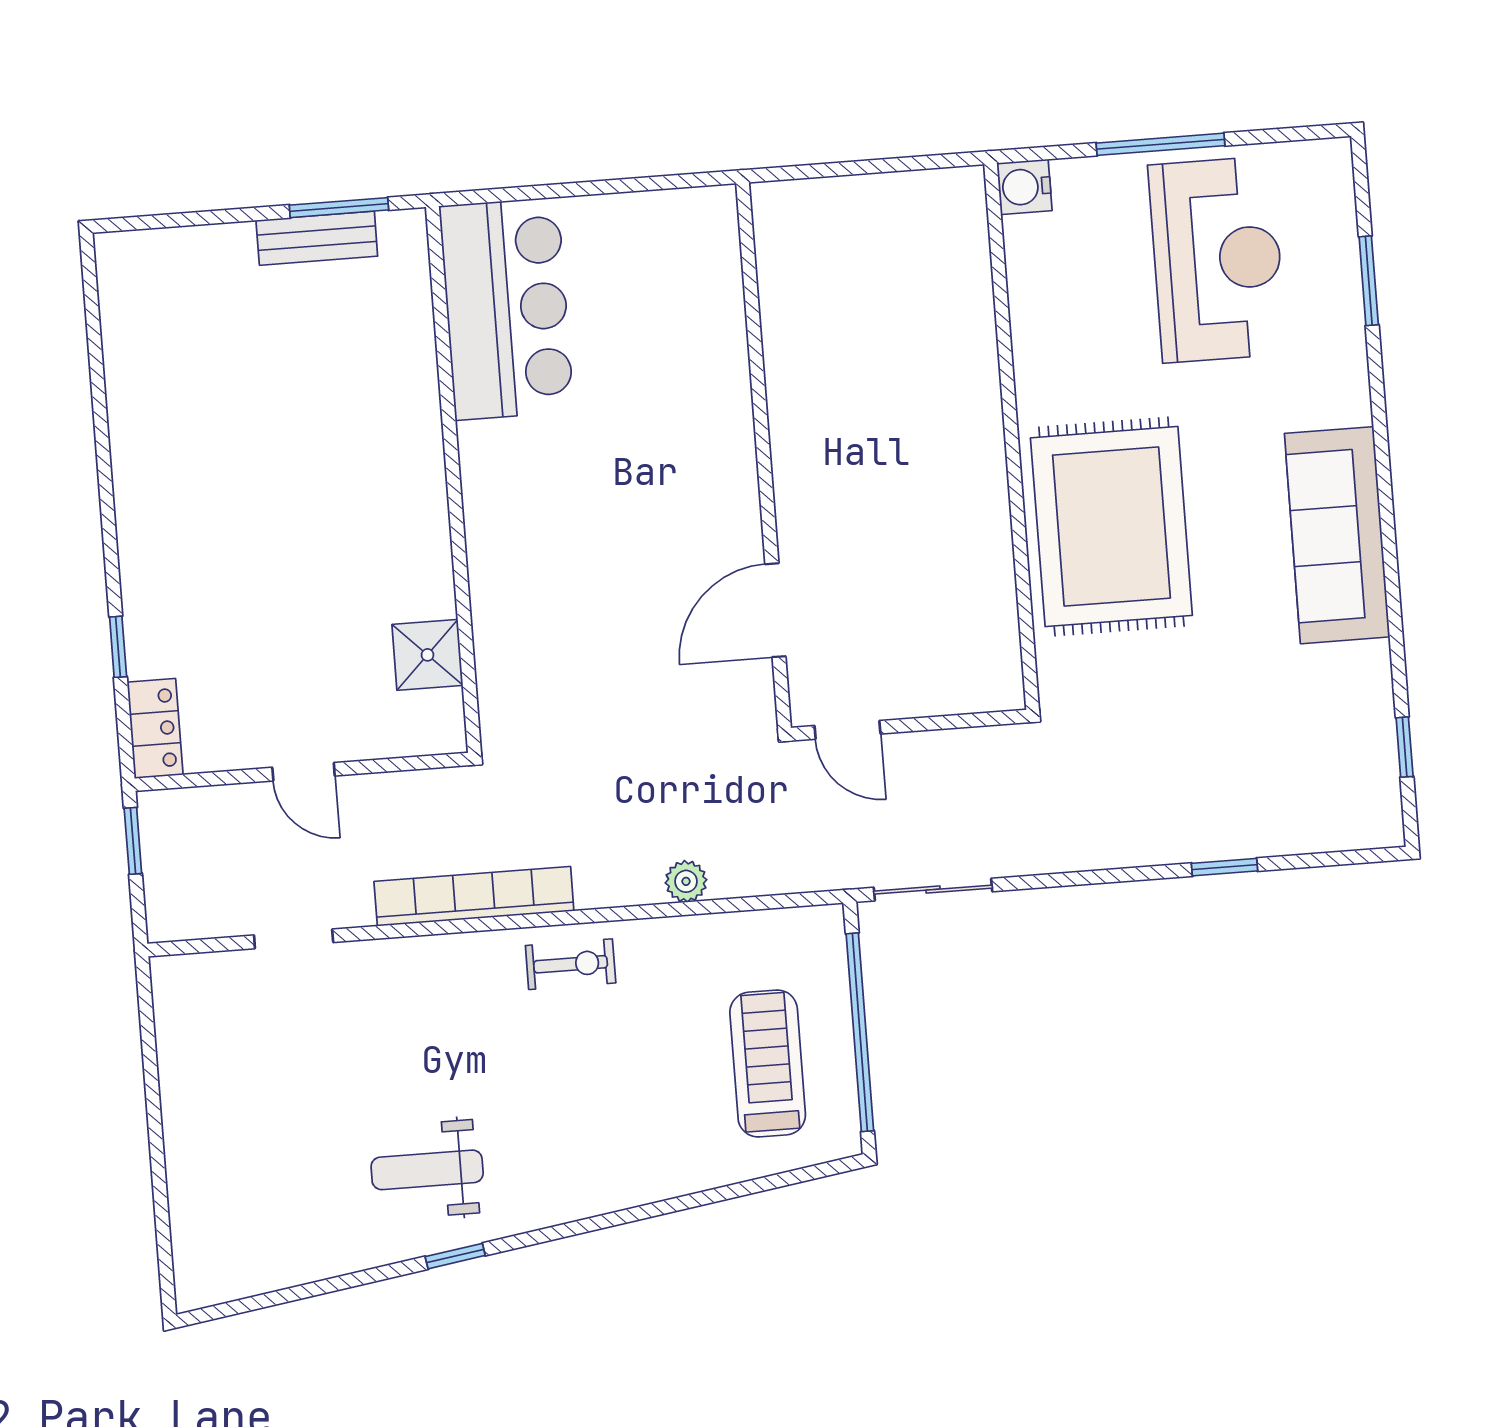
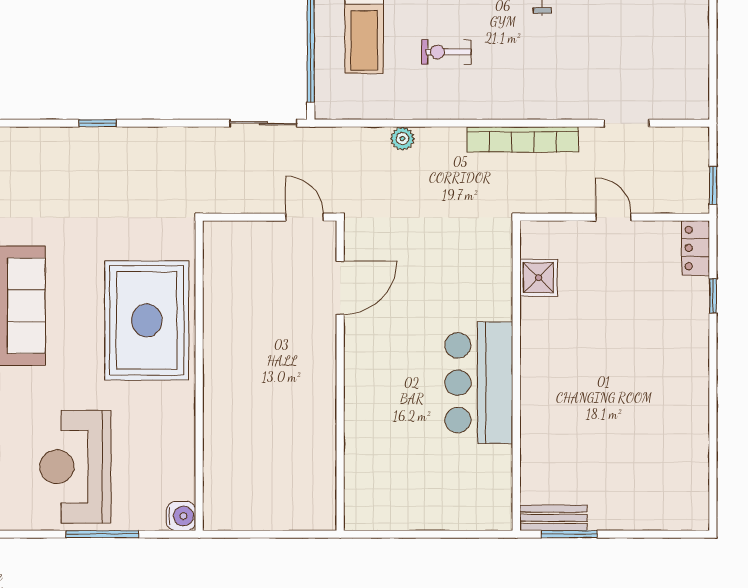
bench: (317, 238) -> (553, 518), moved
bar counter: (506, 309) -> (479, 383), moved
exercise bike: (571, 964) -> (446, 52), moved

